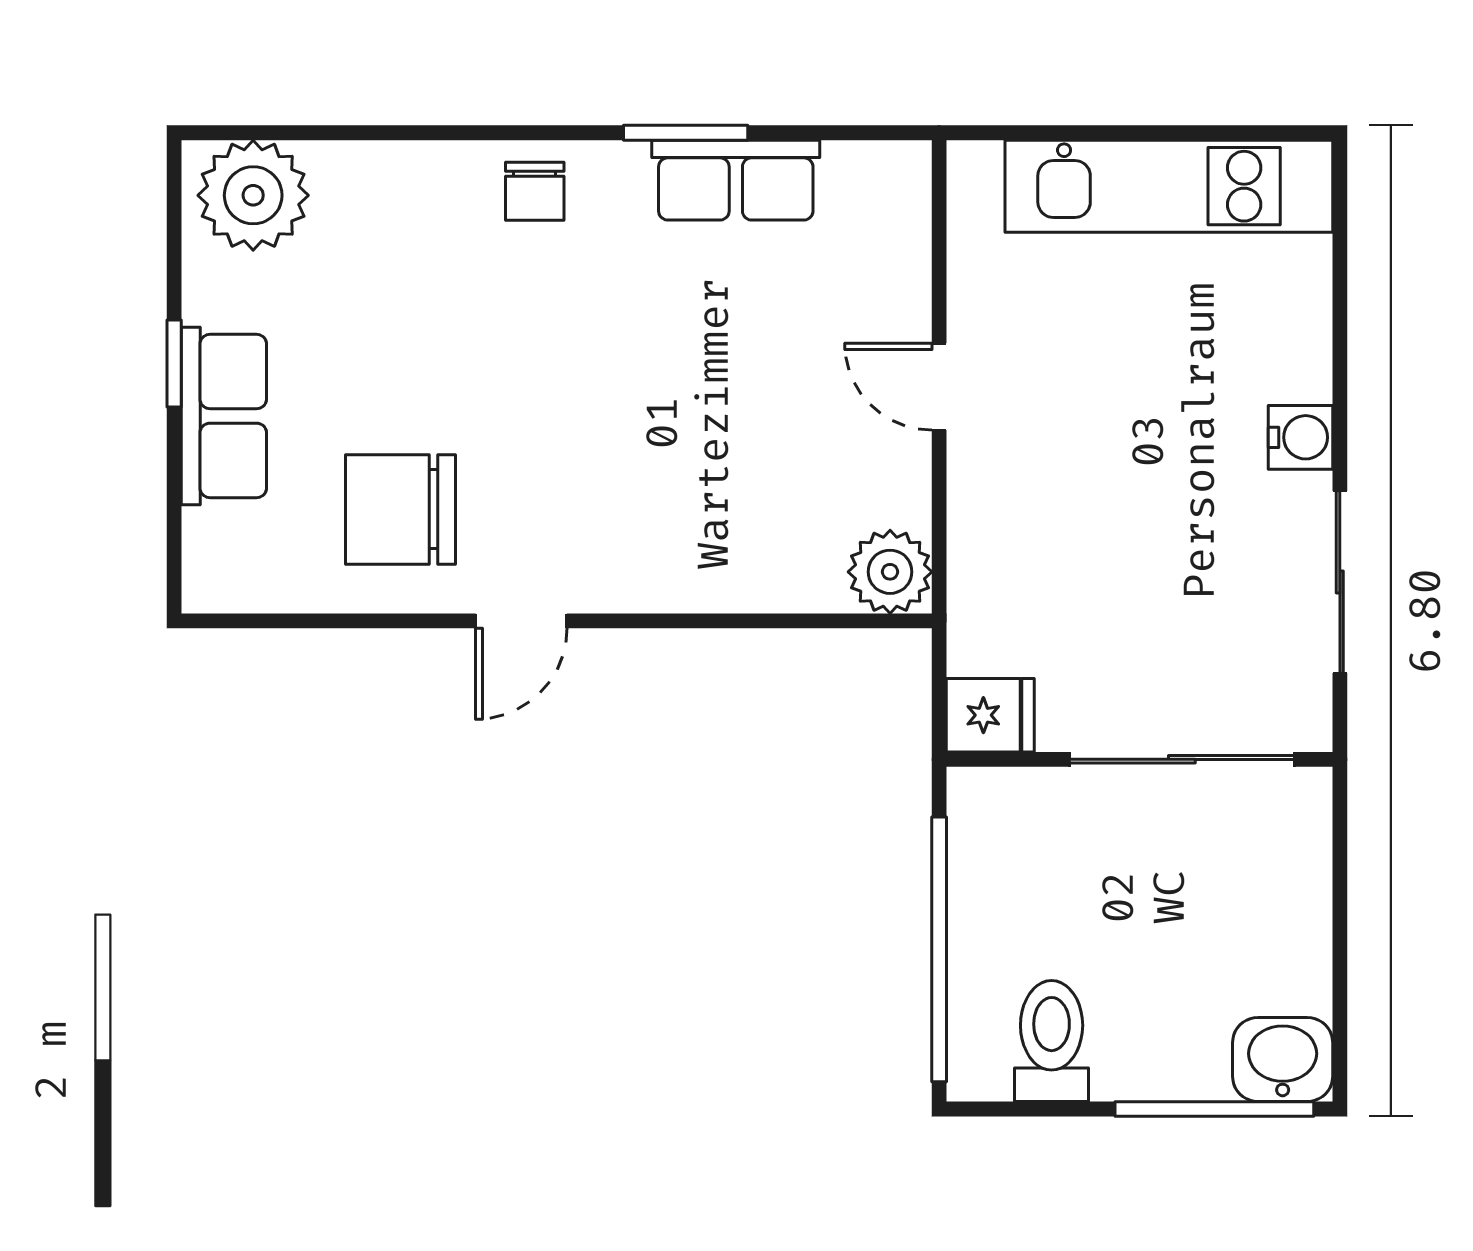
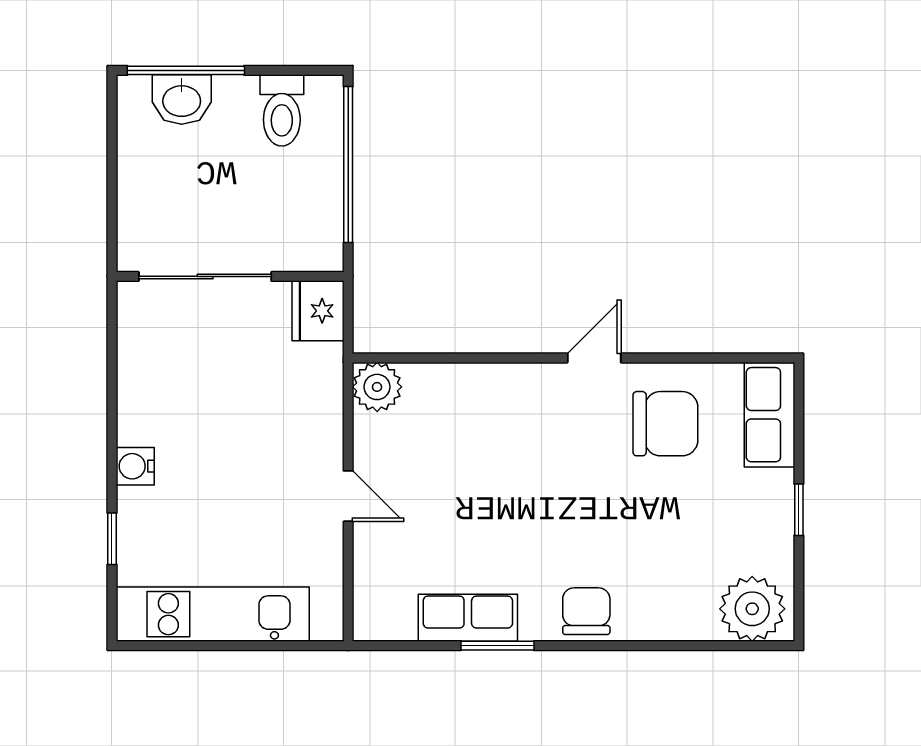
chair: (535, 191) -> (586, 611), width x1.37, depth x1.37
window: (1340, 314) -> (112, 539), added
row of seats: (224, 416) -> (769, 415), moved
sliding door: (1340, 582) -> (112, 381), removed
fridge: (990, 715) -> (318, 311), width x1.38
washbasin: (1283, 1060) -> (182, 100), moved

